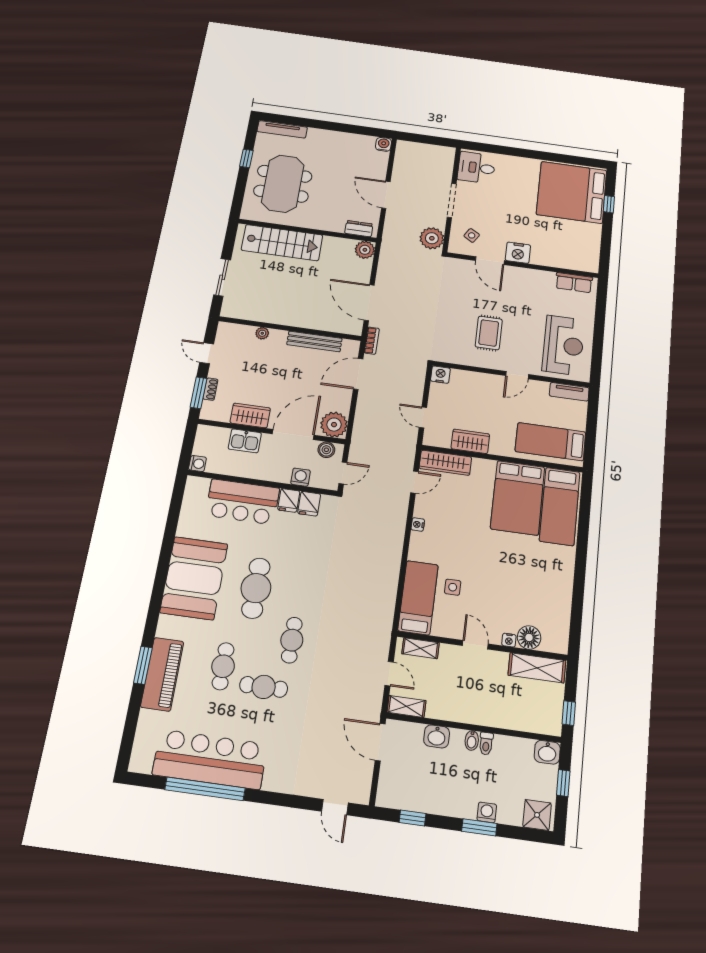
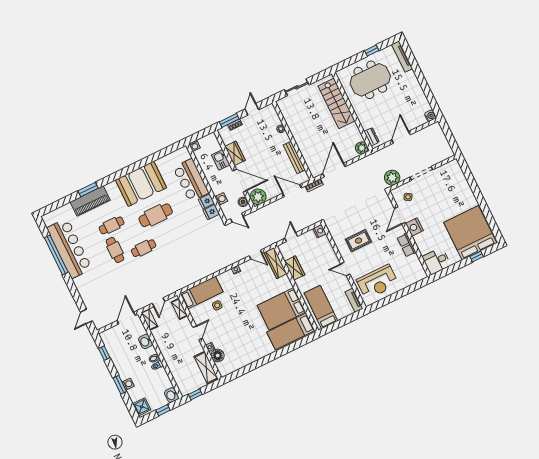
desk: (476, 168) -> (436, 261), moved, turned -90
row of seats: (574, 283) -> (407, 245), moved

